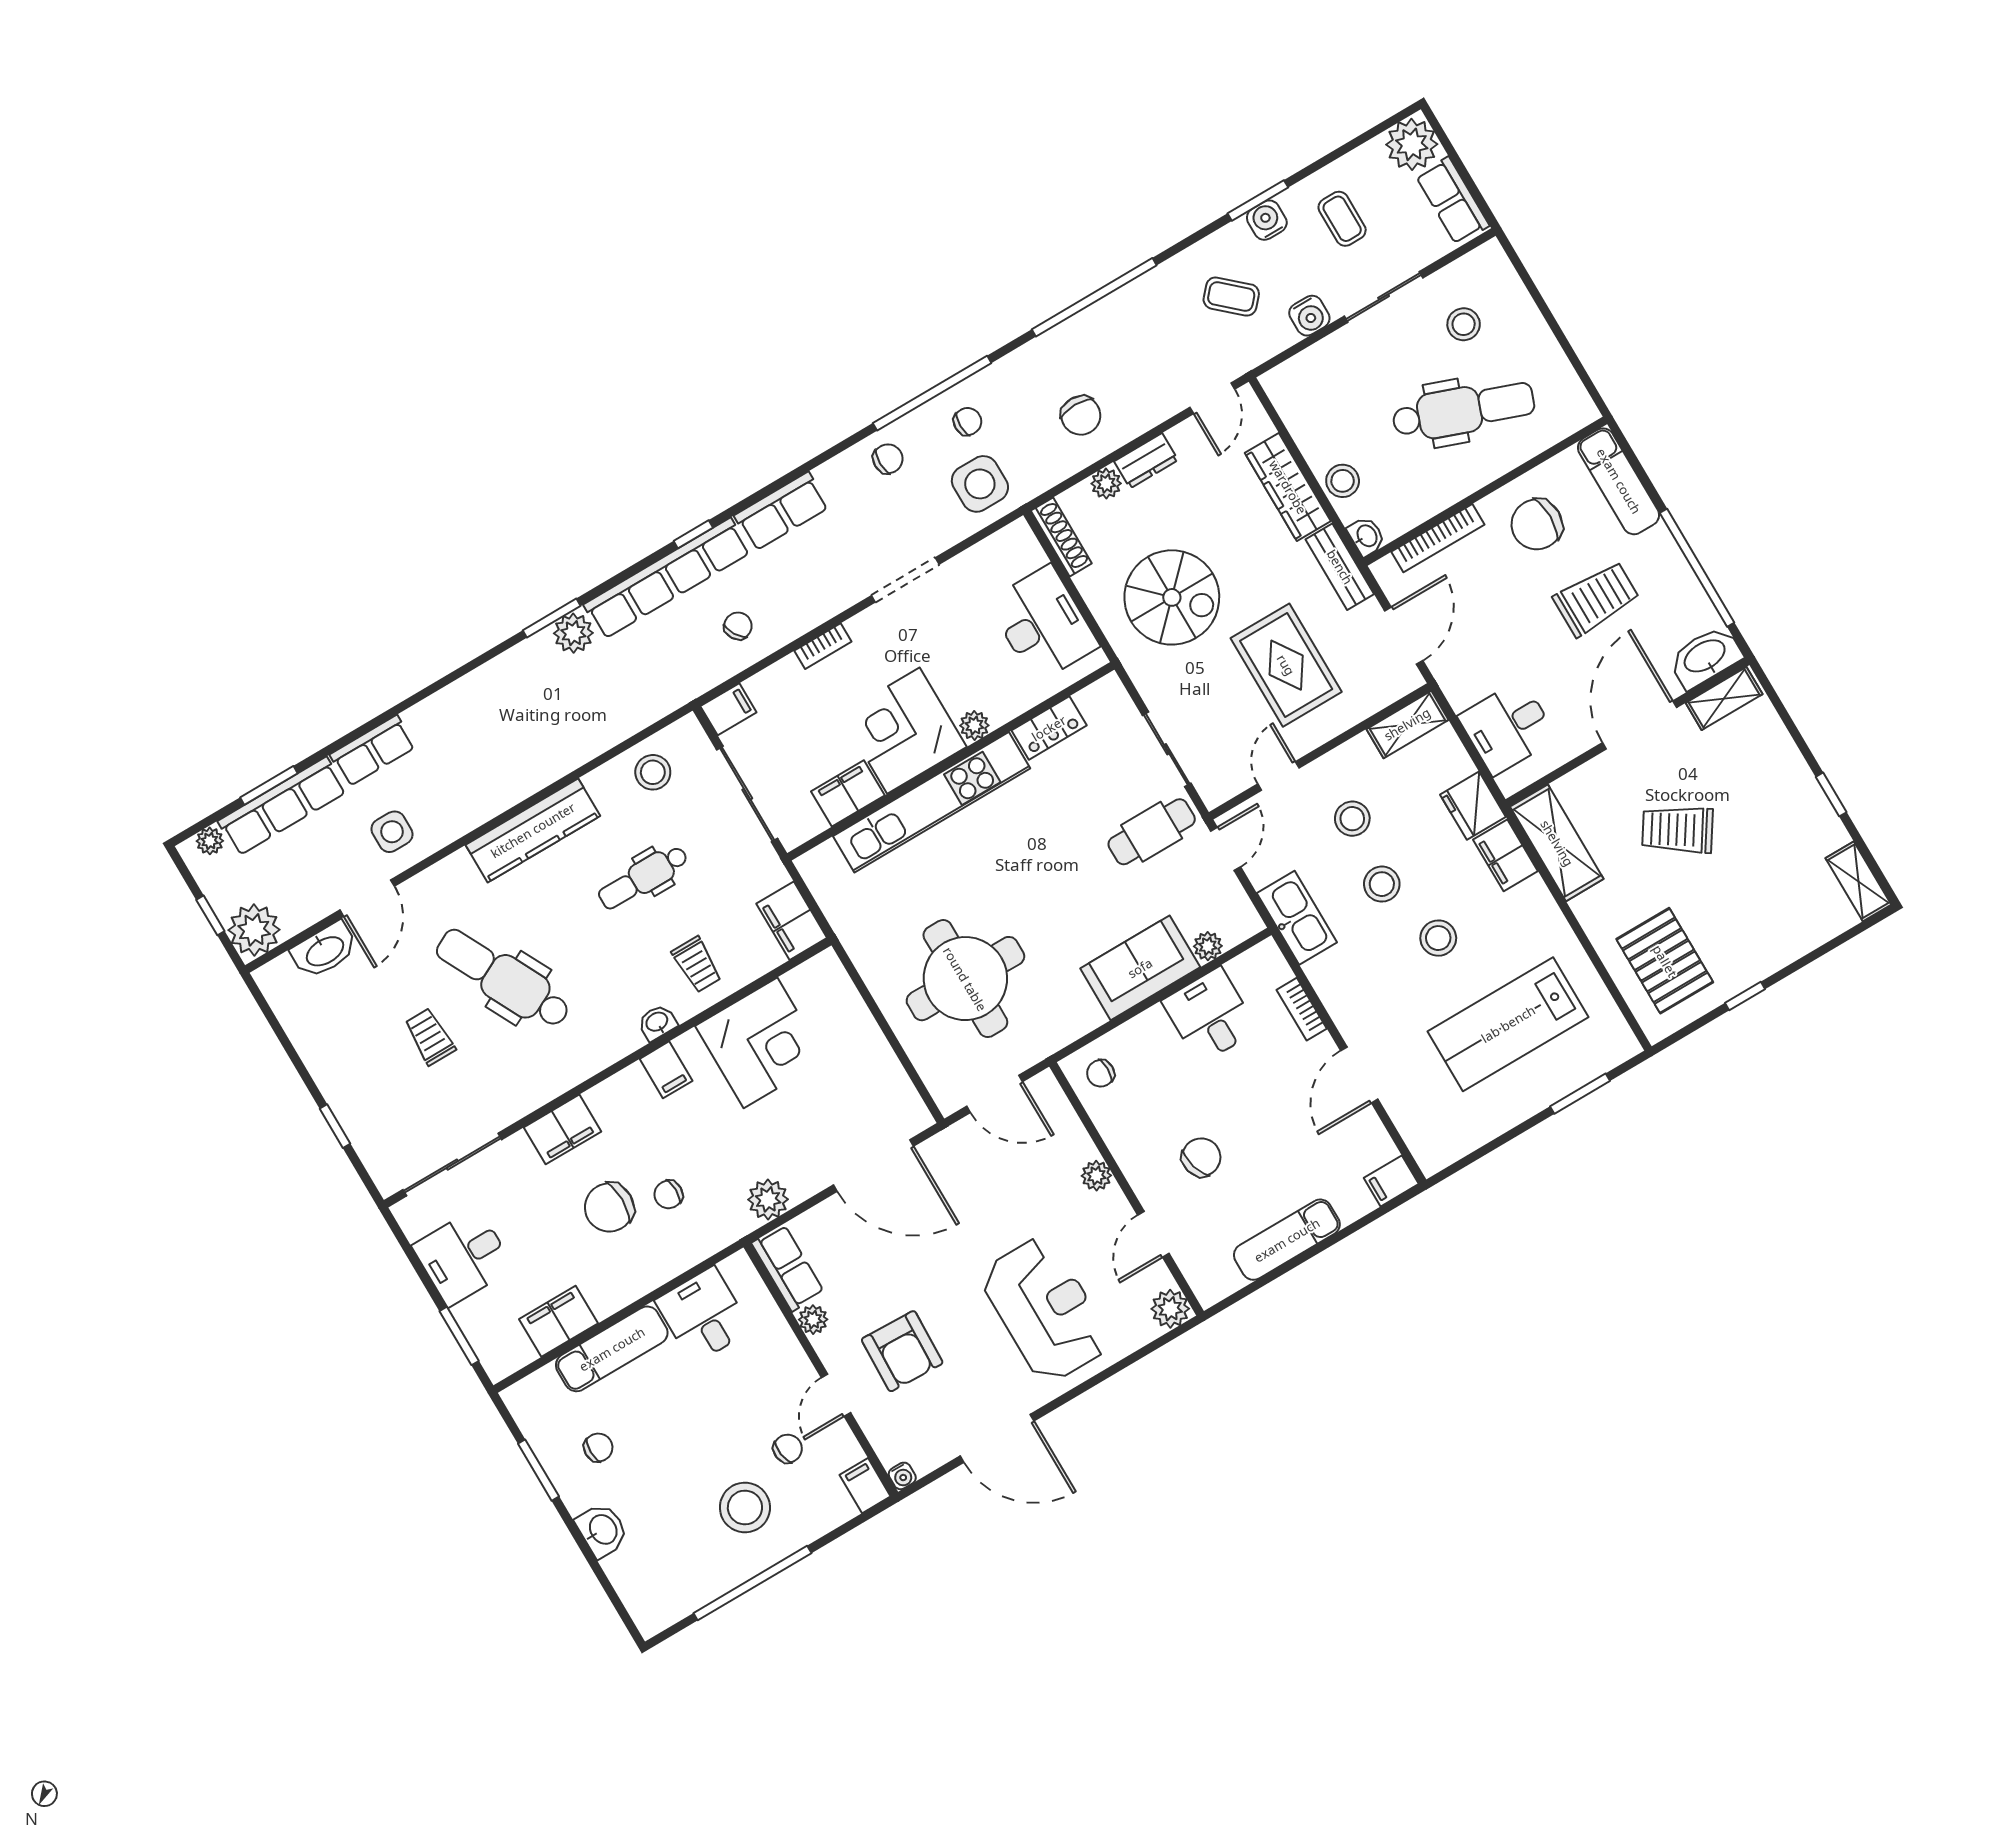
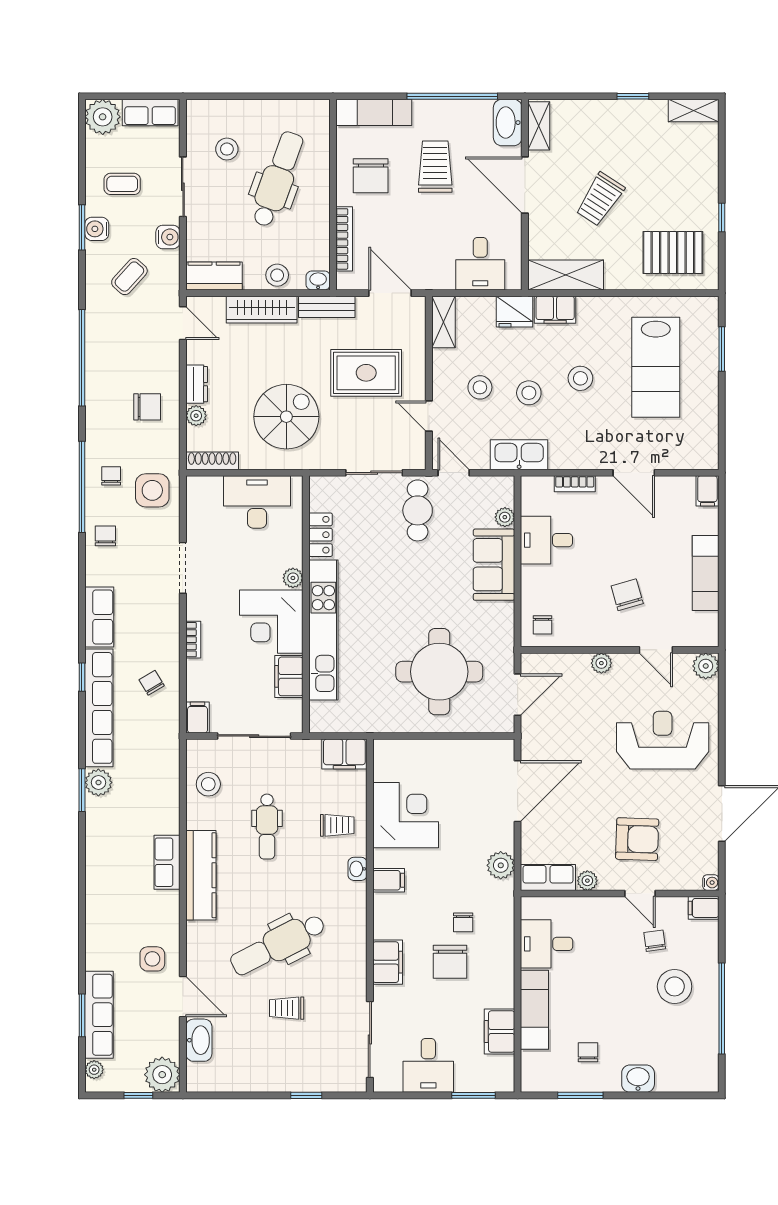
kitchen counter: (1295, 402) -> (214, 276), added
row of seats: (373, 751) -> (167, 862), moved, turned 180

